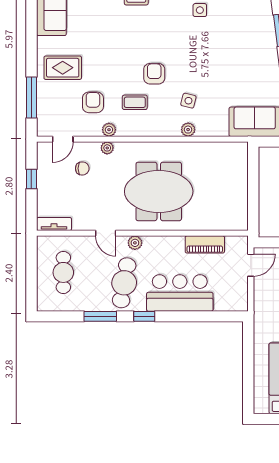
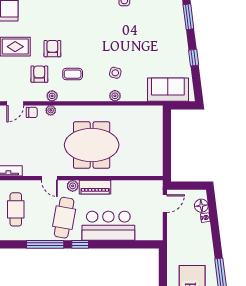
armchair: (154, 74) -> (52, 49), moved
chair: (82, 168) -> (32, 112), moved
piano: (205, 244) -> (95, 187), moved
window: (100, 316) -> (45, 244), width x1.44

